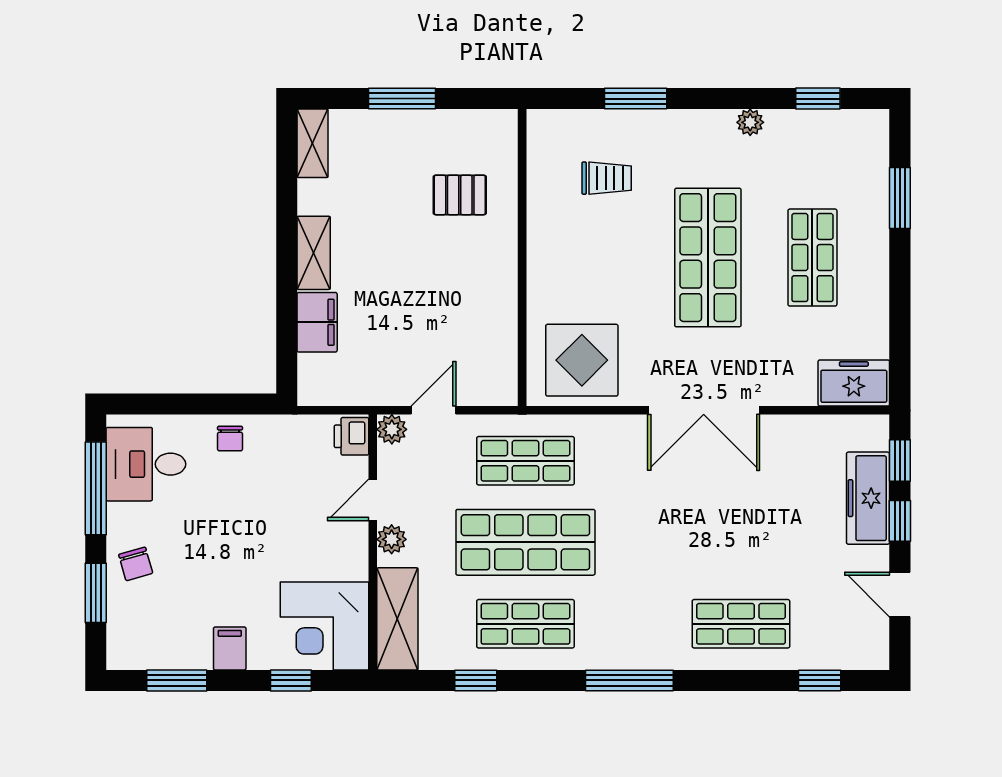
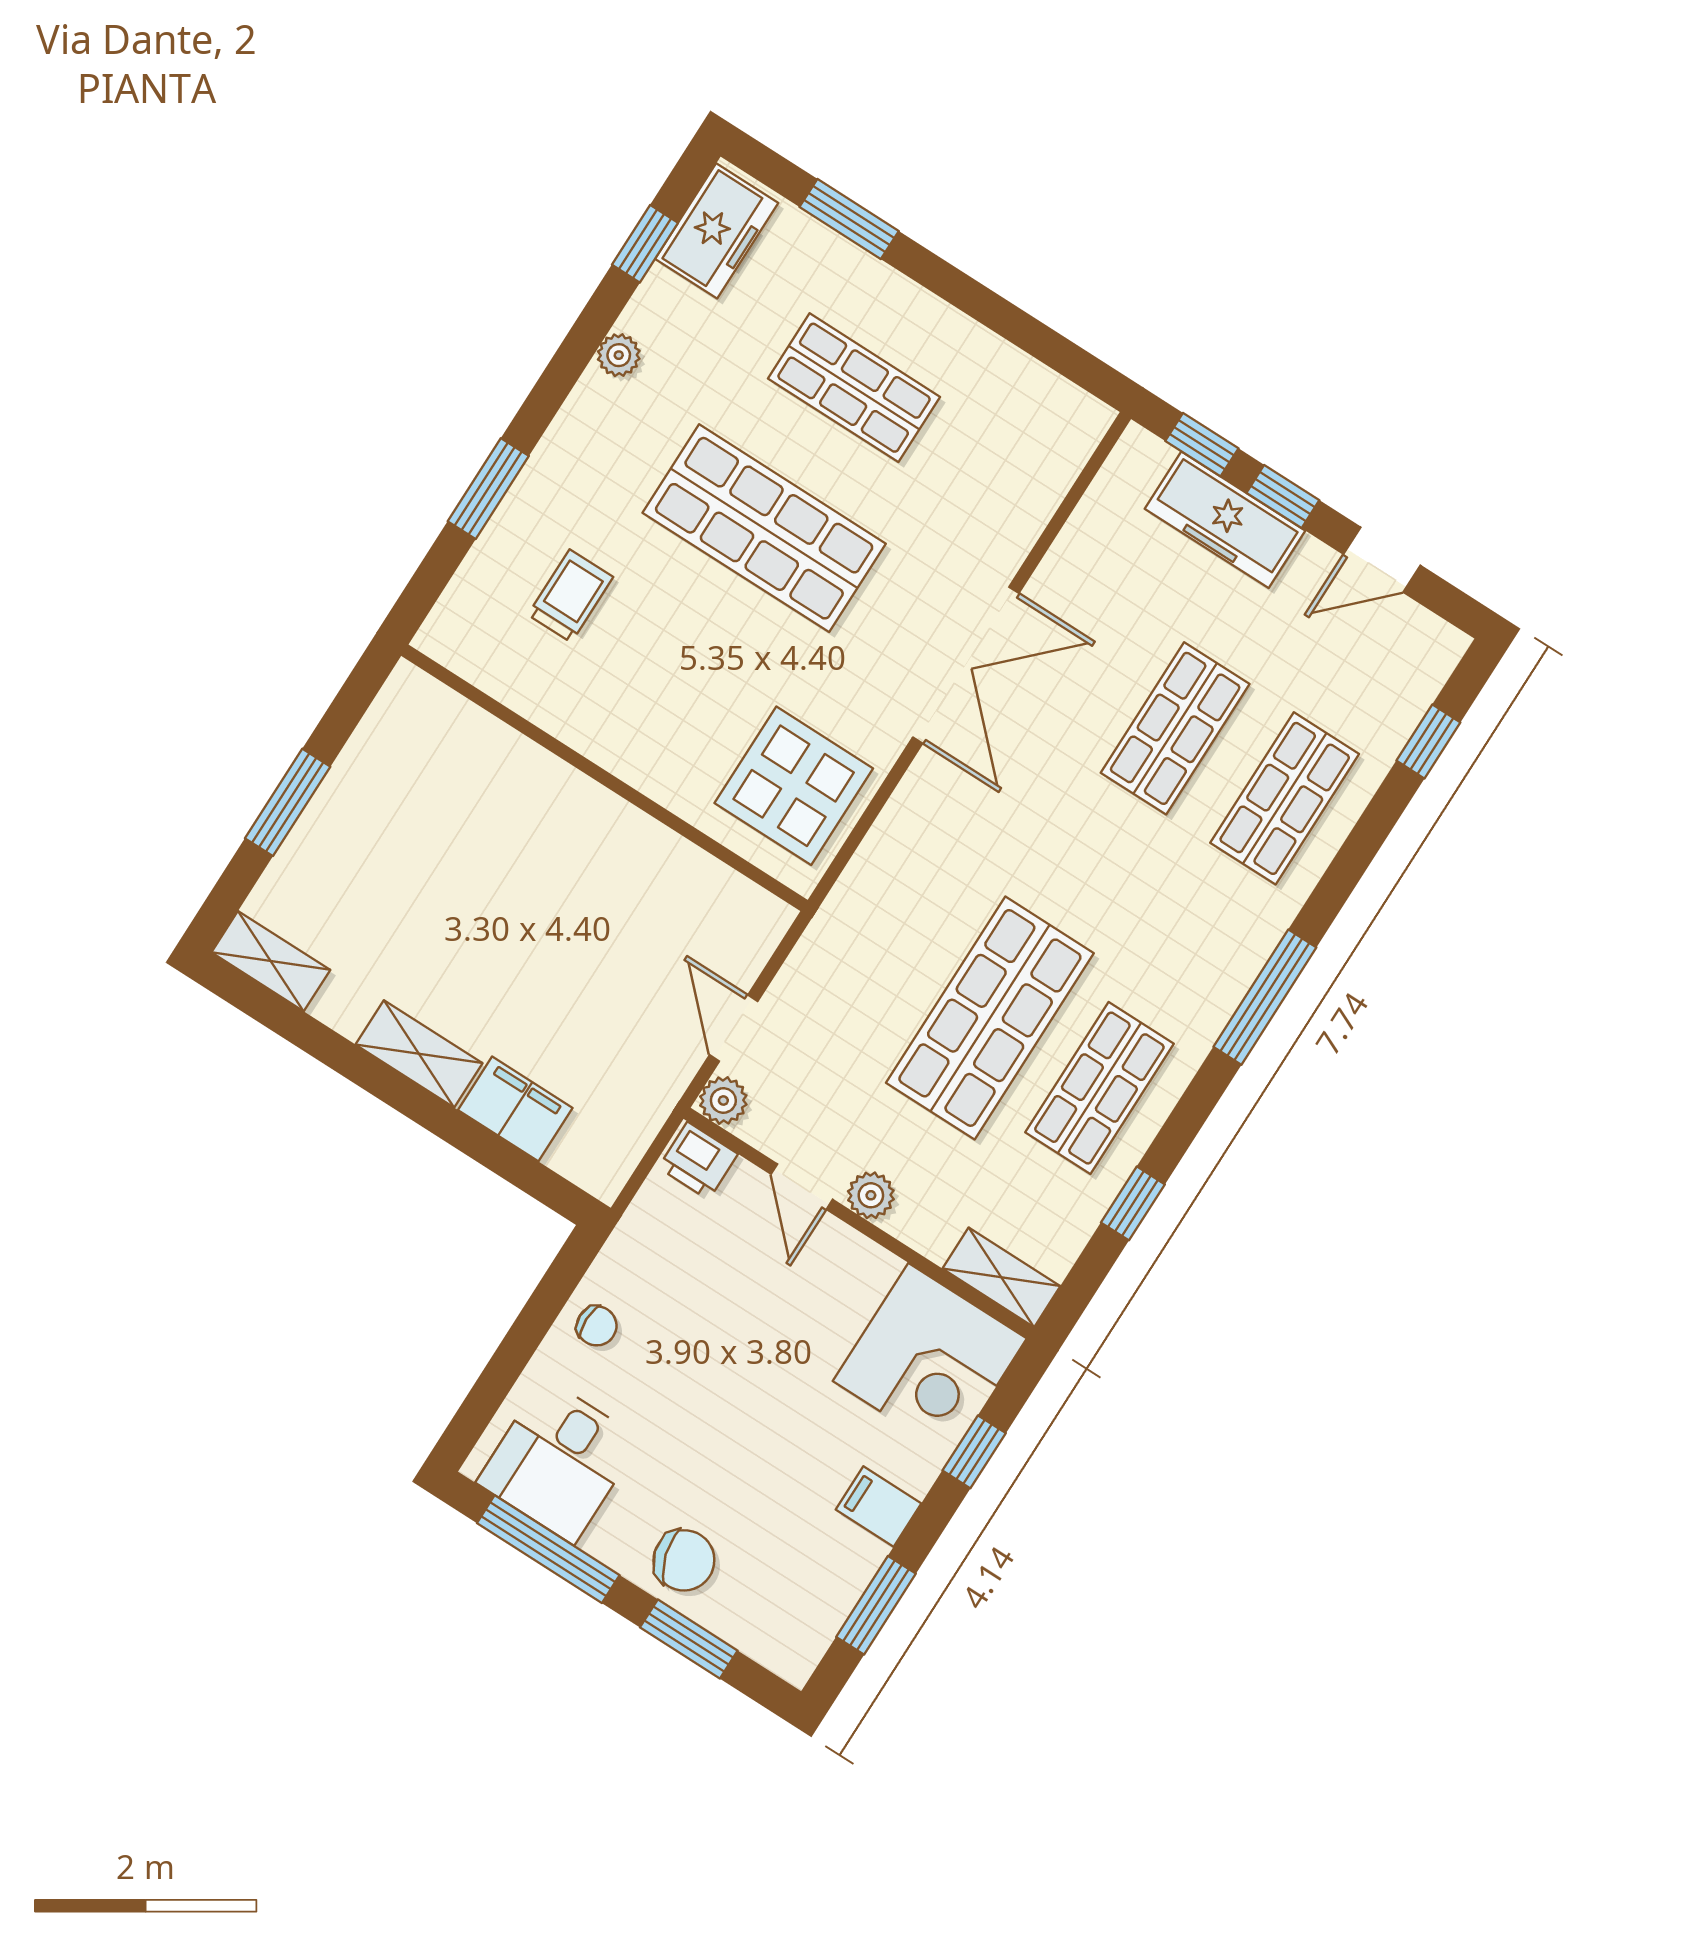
pallet: (460, 195) -> (467, 808), removed
freezer: (854, 383) -> (717, 231), moved, turned 180
shop shelf: (525, 461) -> (1175, 728), moved
chair: (136, 564) -> (684, 1560), width x1.37, depth x1.37
shelving: (397, 619) -> (1001, 1277), width x0.67, depth x0.75

